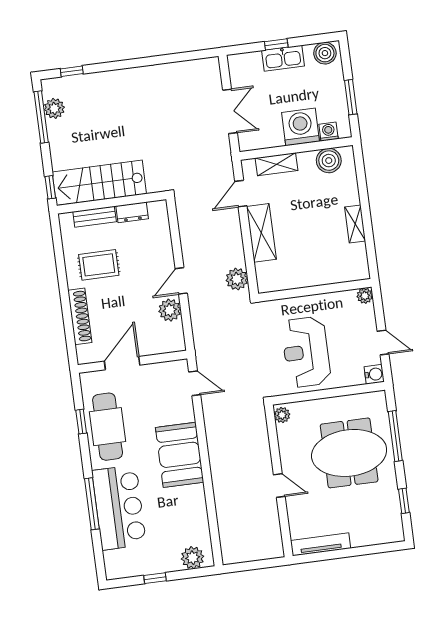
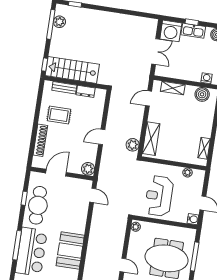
washing machine: (301, 127) -> (171, 31), moved, turned 180
shelving: (355, 224) -> (204, 148), moved
shelving: (261, 233) -> (151, 139), moved
plant: (365, 296) -> (188, 172), moved
plant: (170, 310) -> (88, 169), moved
booth: (180, 455) -> (70, 250), moved

